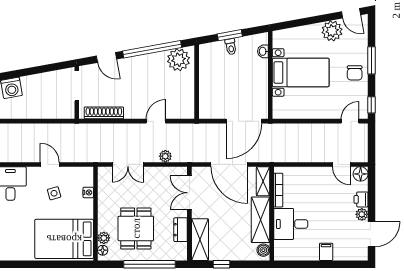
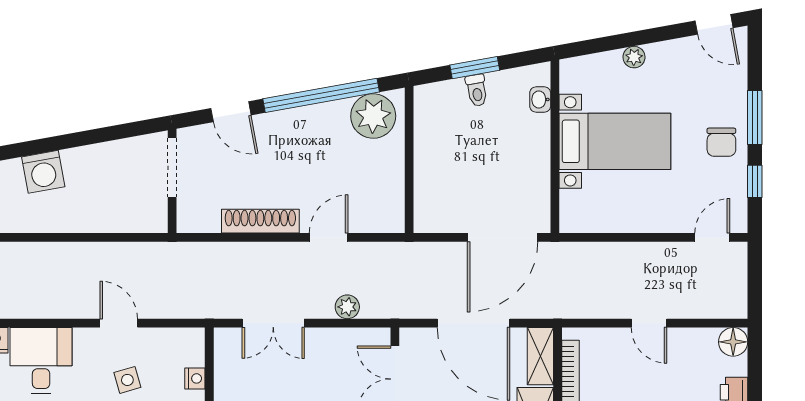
plant: (332, 31) -> (634, 57), moved, width x0.53, depth x0.53
window: (371, 105) -> (755, 181), moved
shoe rack: (104, 113) -> (260, 221), moved
door: (341, 164) -> (649, 323), moved

